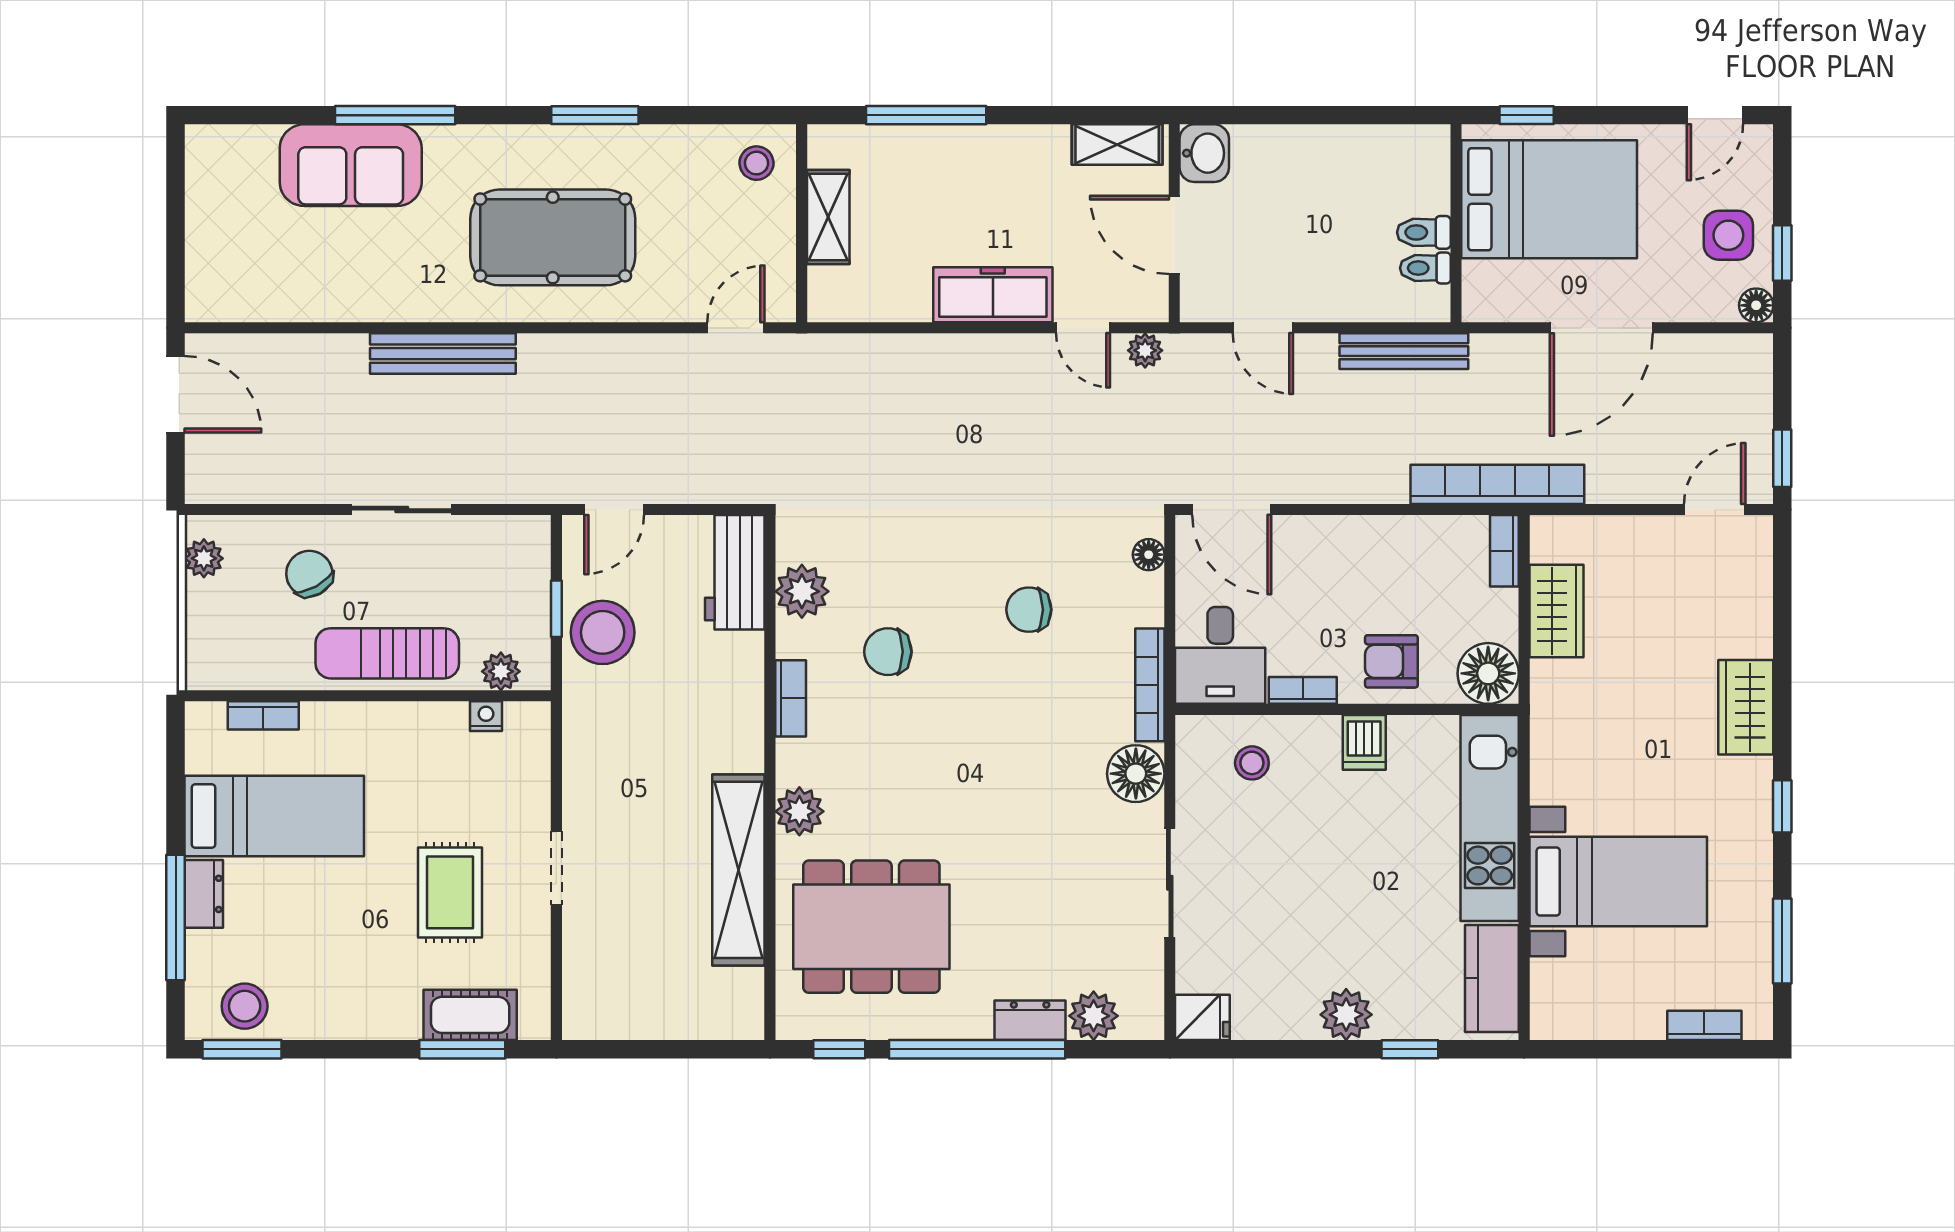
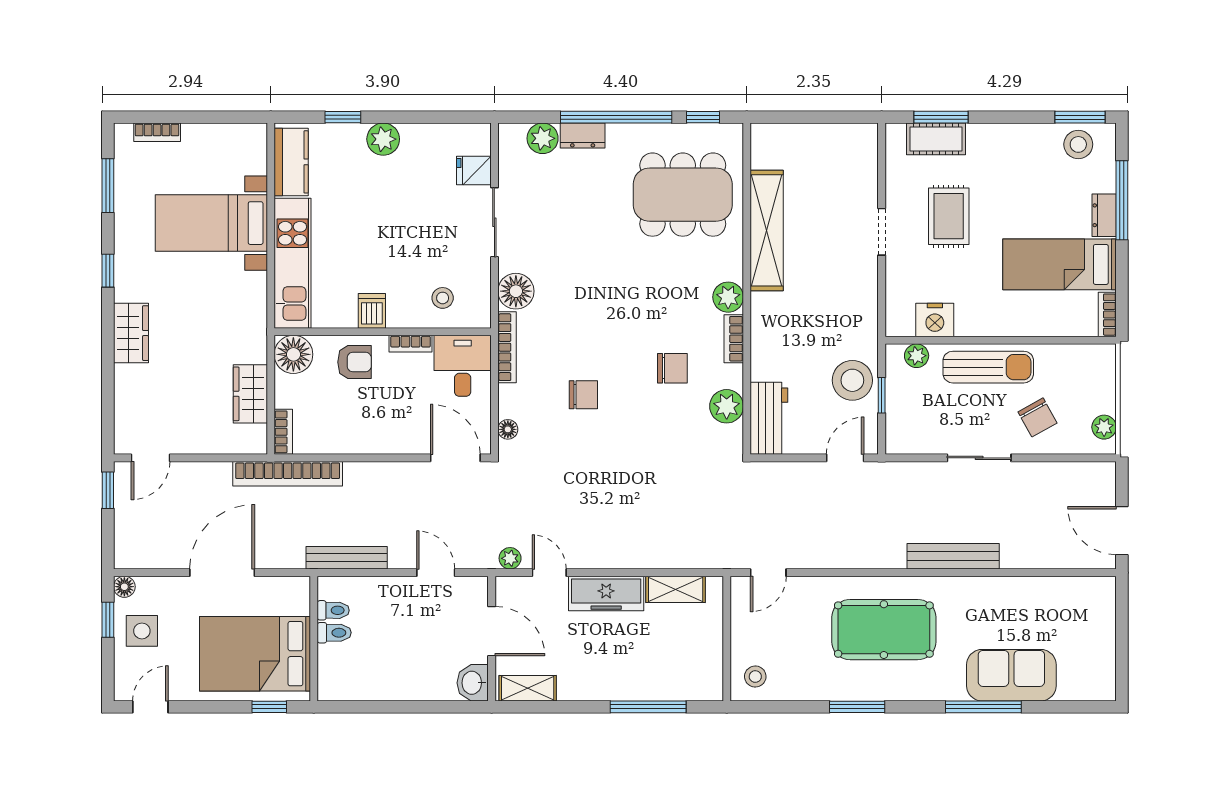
shelving: (828, 217) -> (676, 589), moved, turned 90
bookcase: (263, 715) -> (1107, 315), moved, turned -90
nightstand: (486, 716) -> (935, 320), width x1.89, depth x1.79
plant: (799, 811) -> (728, 297), moved
fridge: (1202, 1017) -> (474, 171), moved

